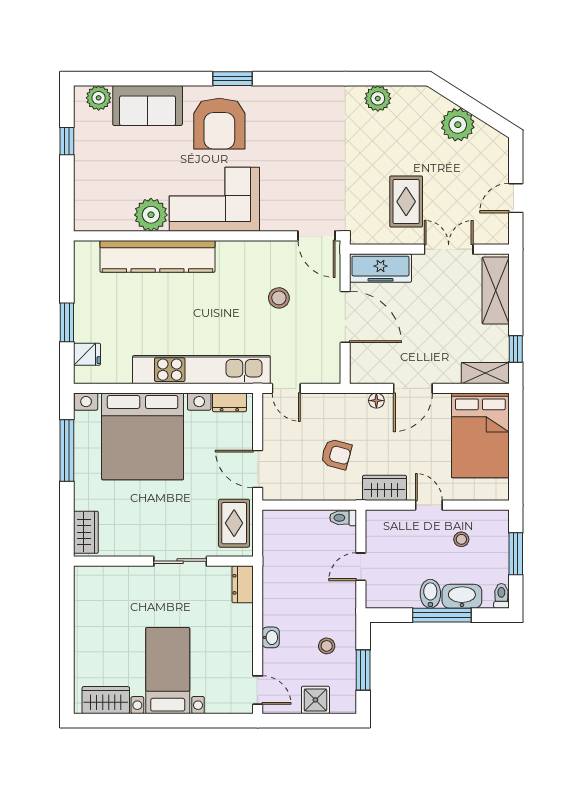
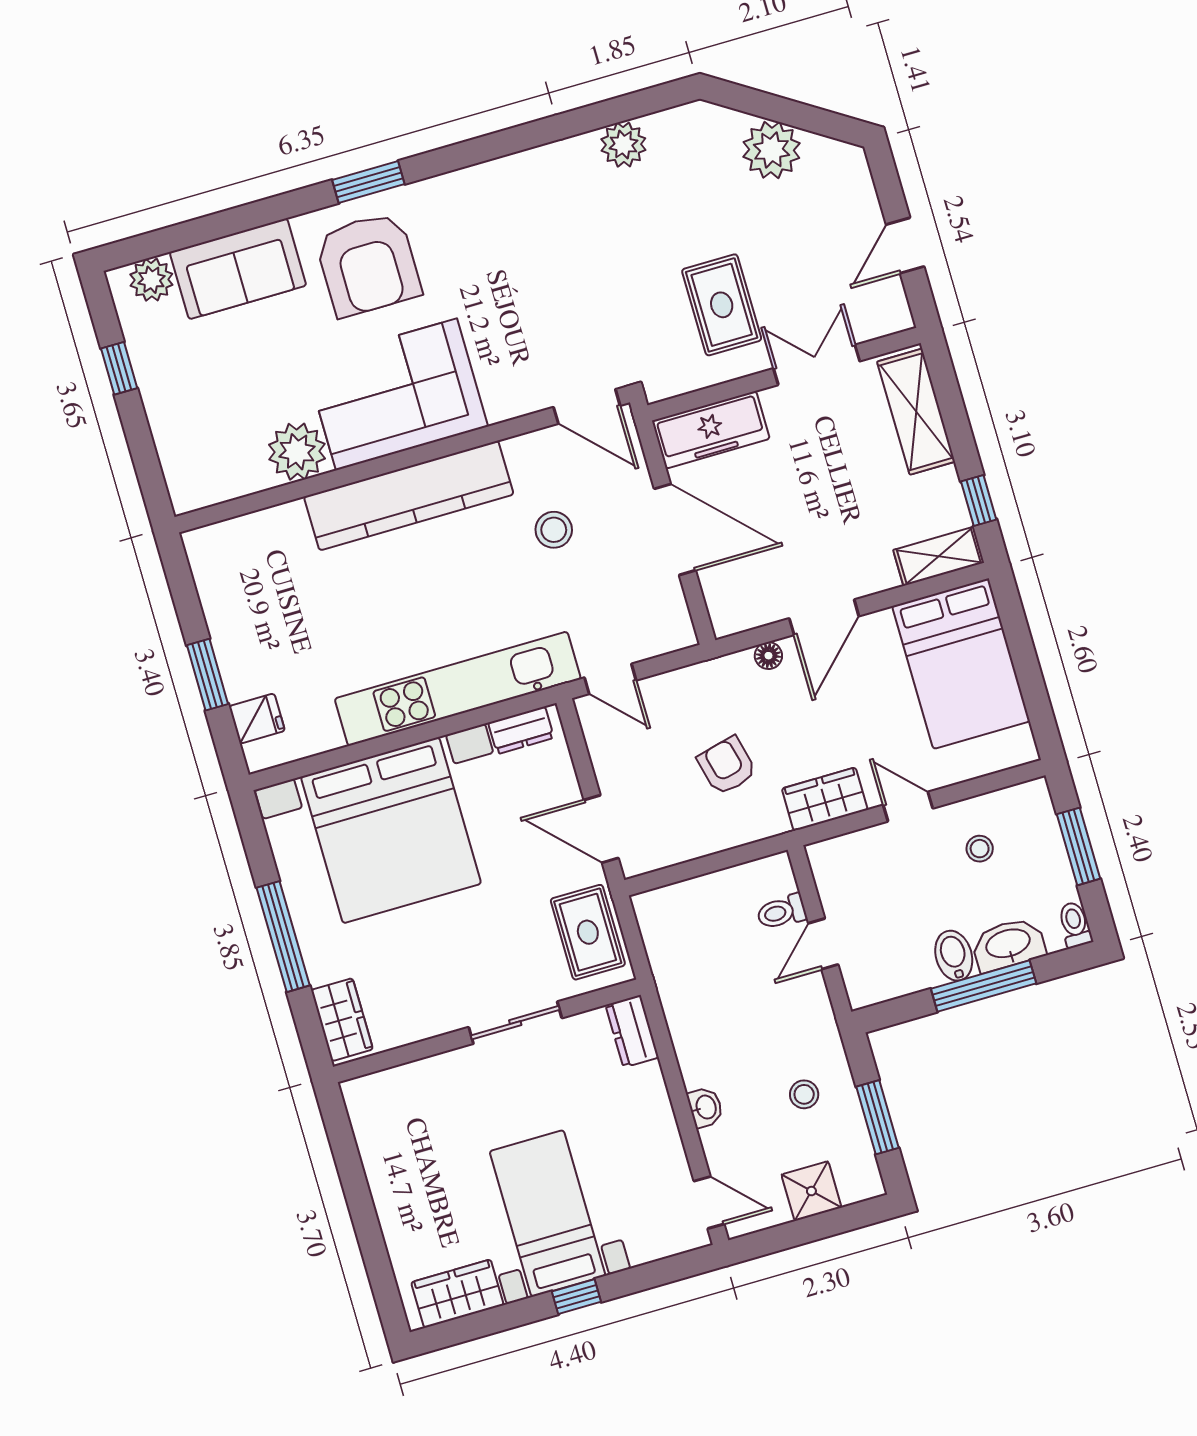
kitchen counter: (158, 256) -> (409, 496), moved
window: (67, 450) -> (283, 937), moved
armchair: (336, 454) -> (727, 766), turned -119
toilet: (343, 518) -> (782, 912), moved
window: (170, 721) -> (576, 1297), added

